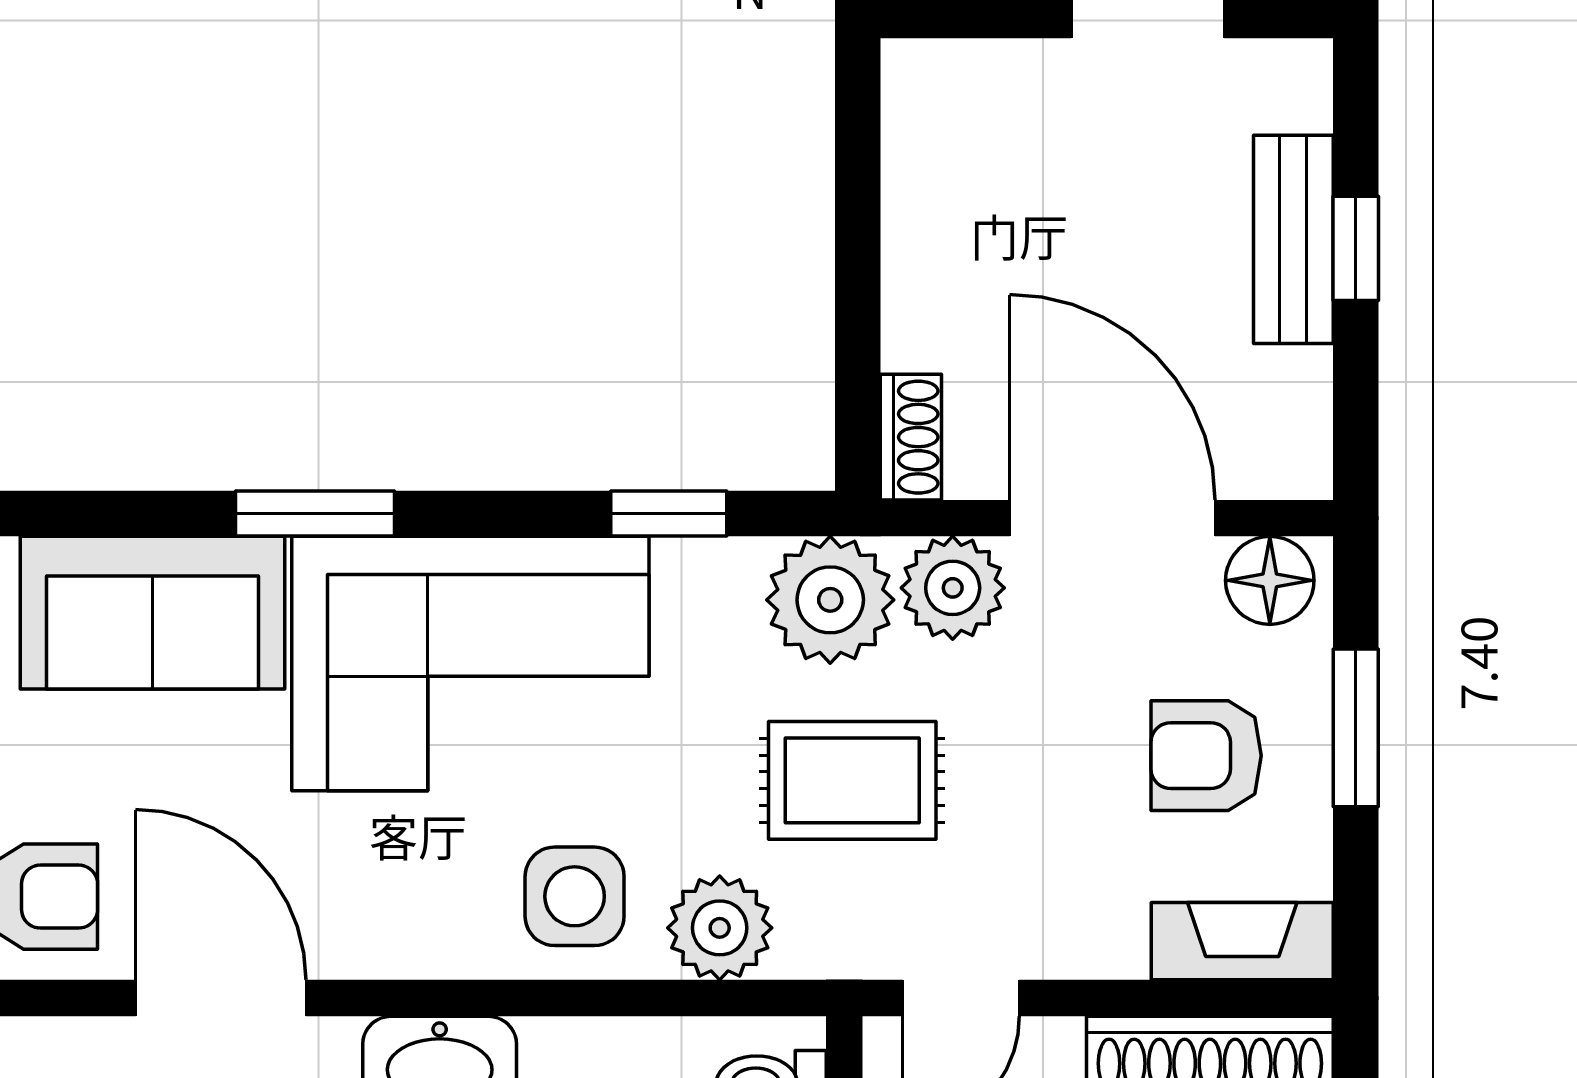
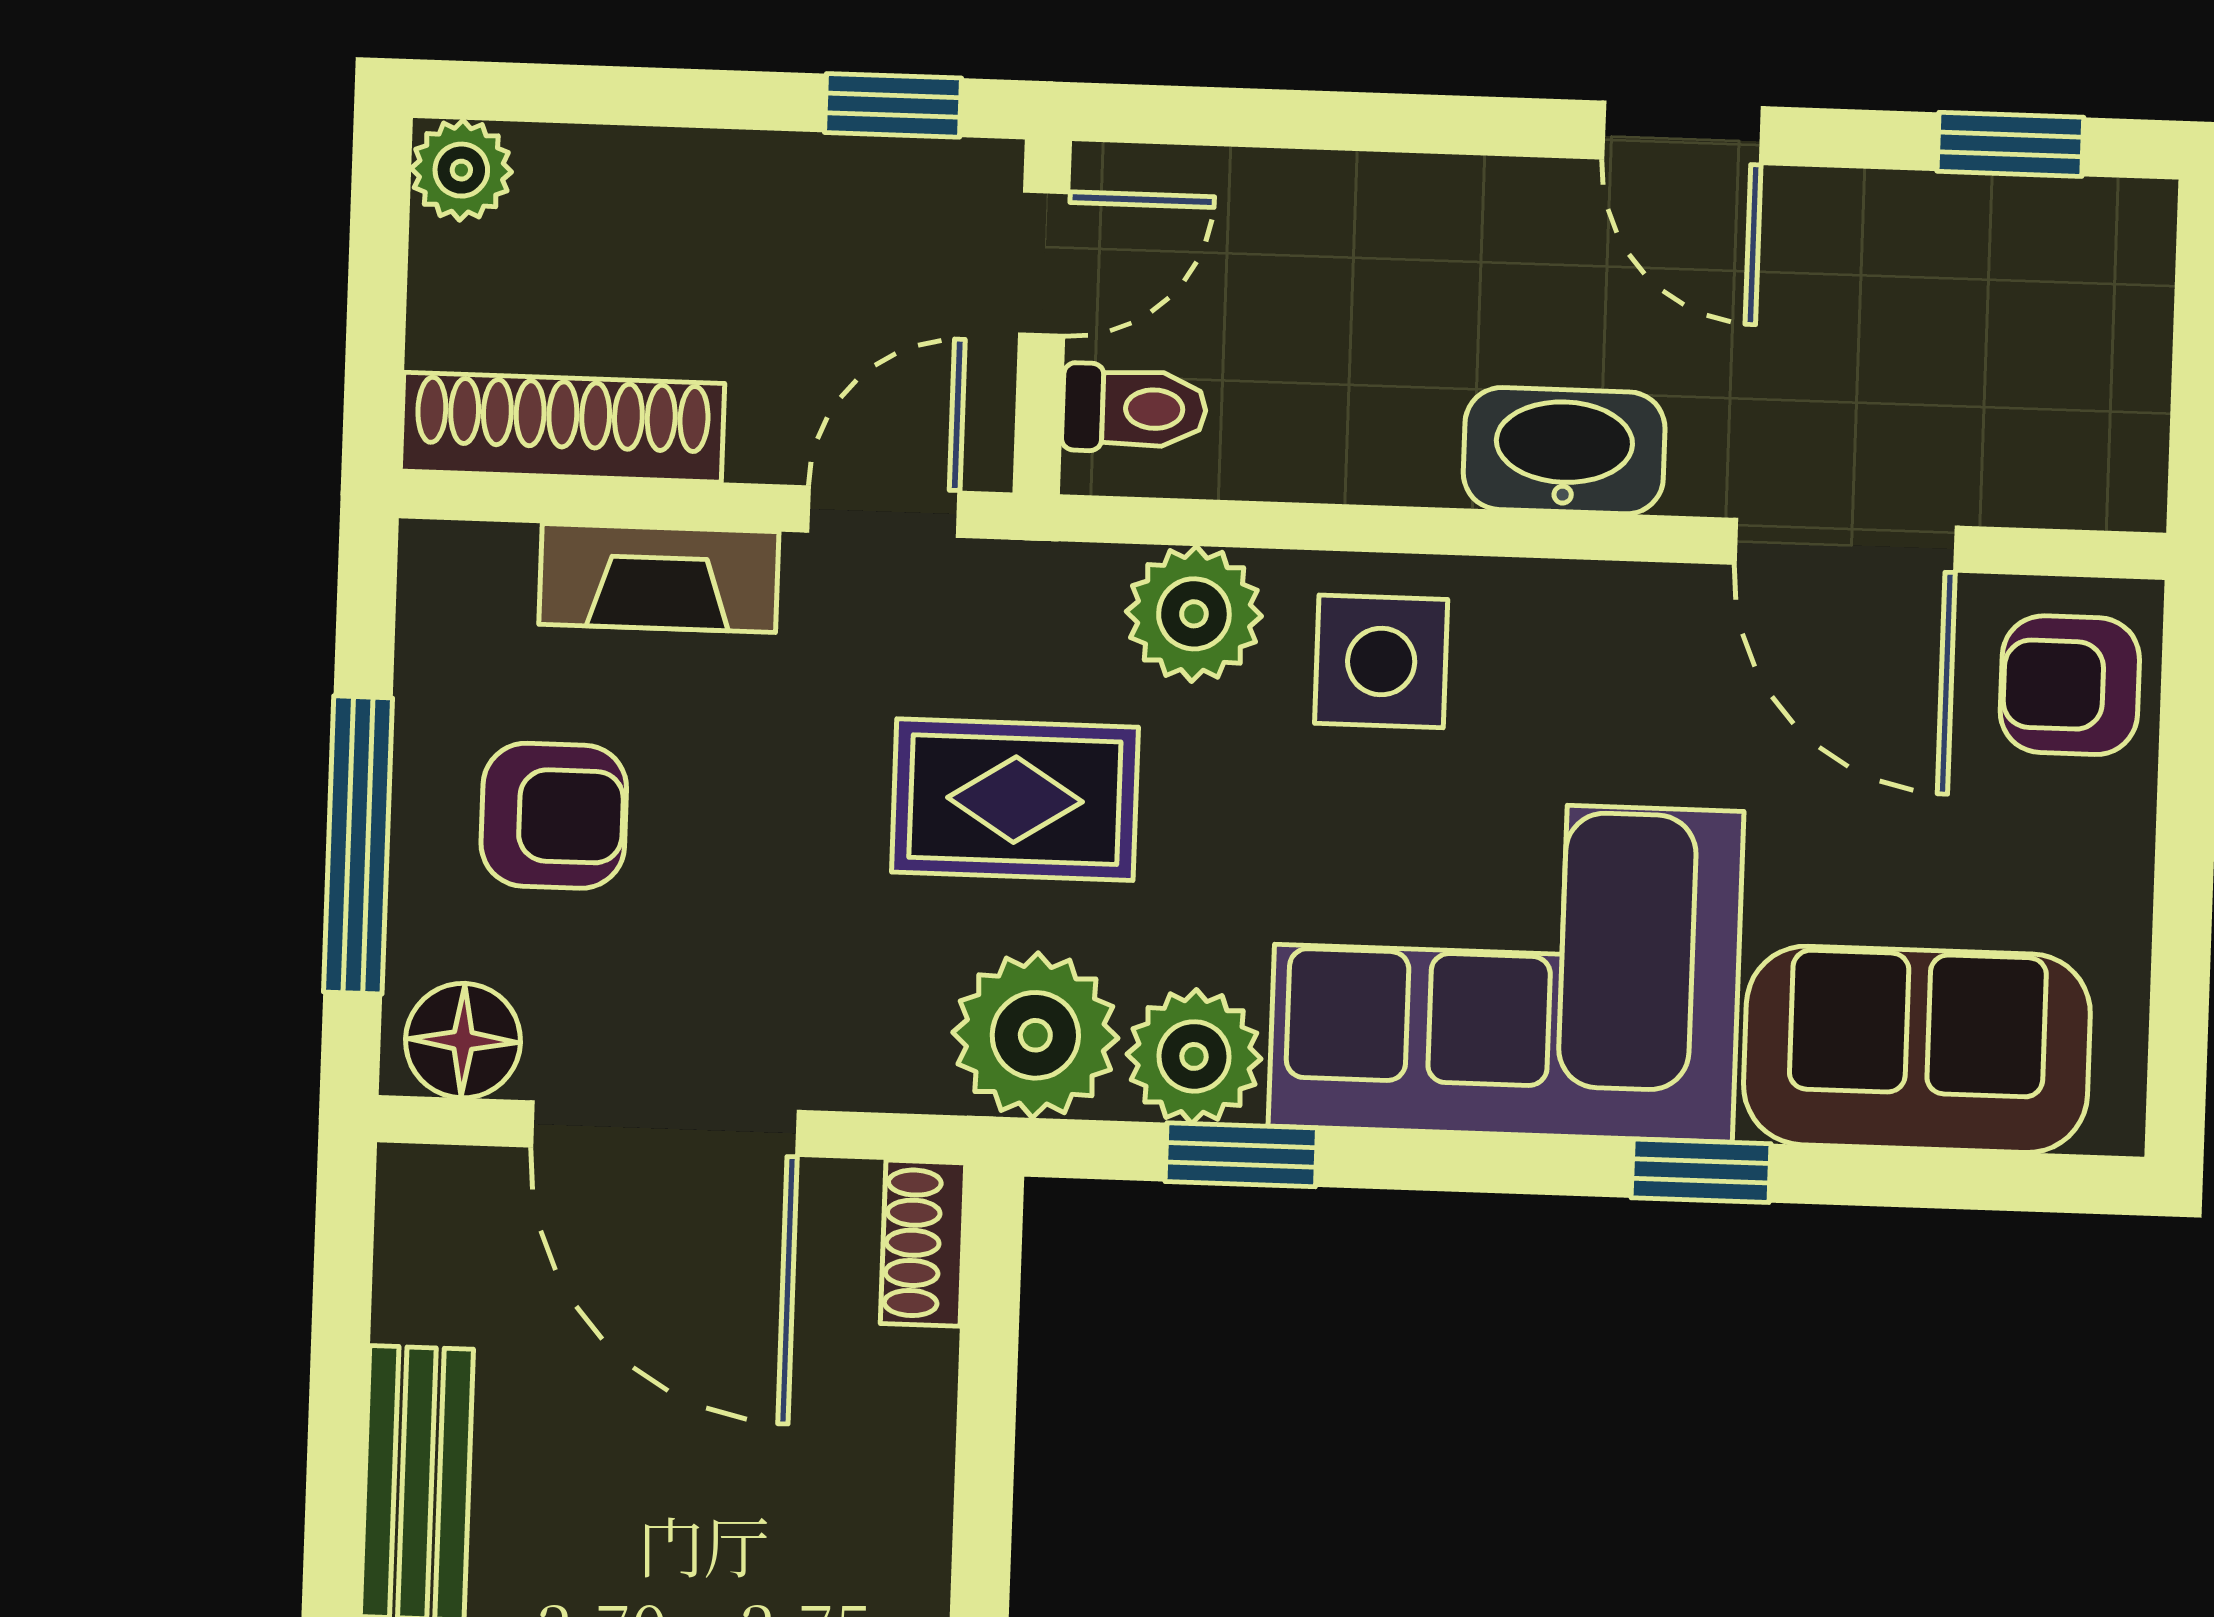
window: (1356, 248) -> (336, 1468), removed
window: (315, 514) -> (1701, 1171), width x0.67
plant: (953, 588) -> (1194, 1056), moved
window: (1356, 728) -> (358, 845), width x1.44
fireplace: (1242, 941) -> (659, 578), moved

